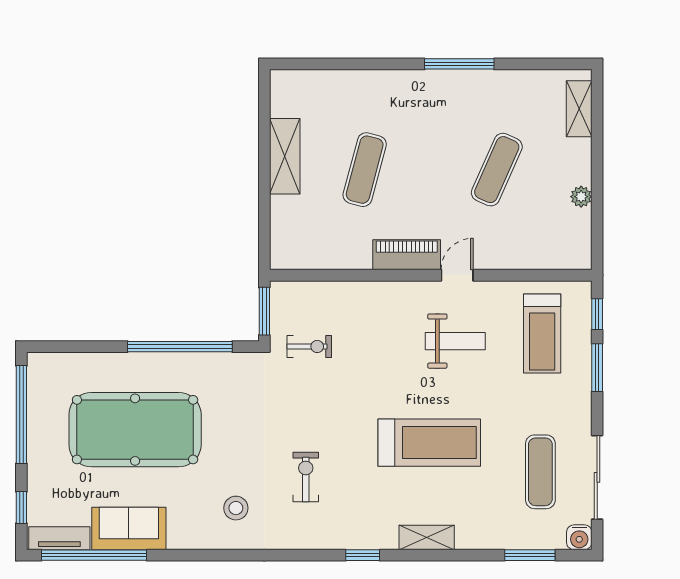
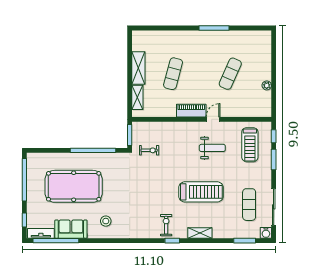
shelving: (579, 109) -> (137, 97), moved
exercise bike: (306, 477) -> (166, 225), moved
stool: (236, 508) -> (106, 221), moved

